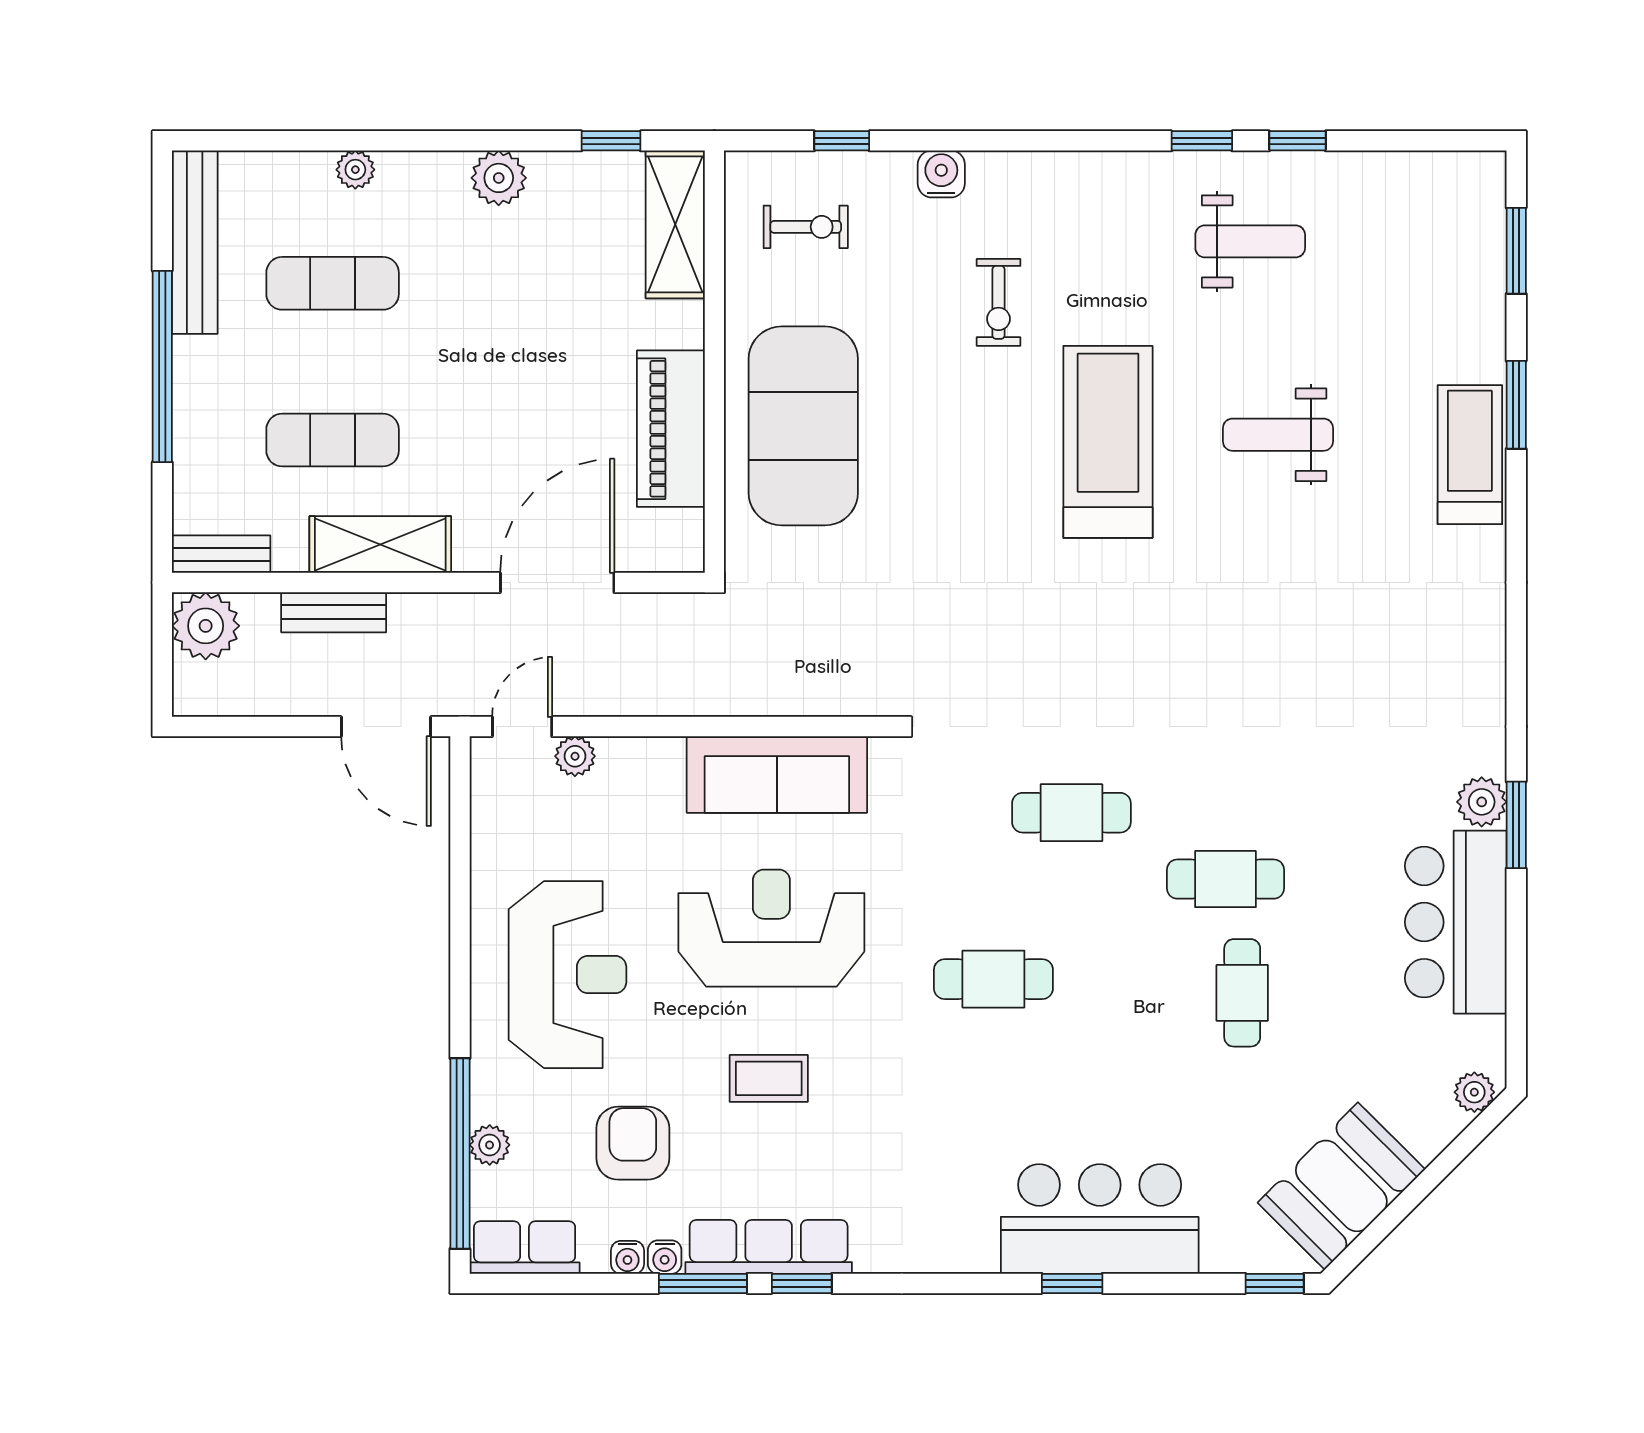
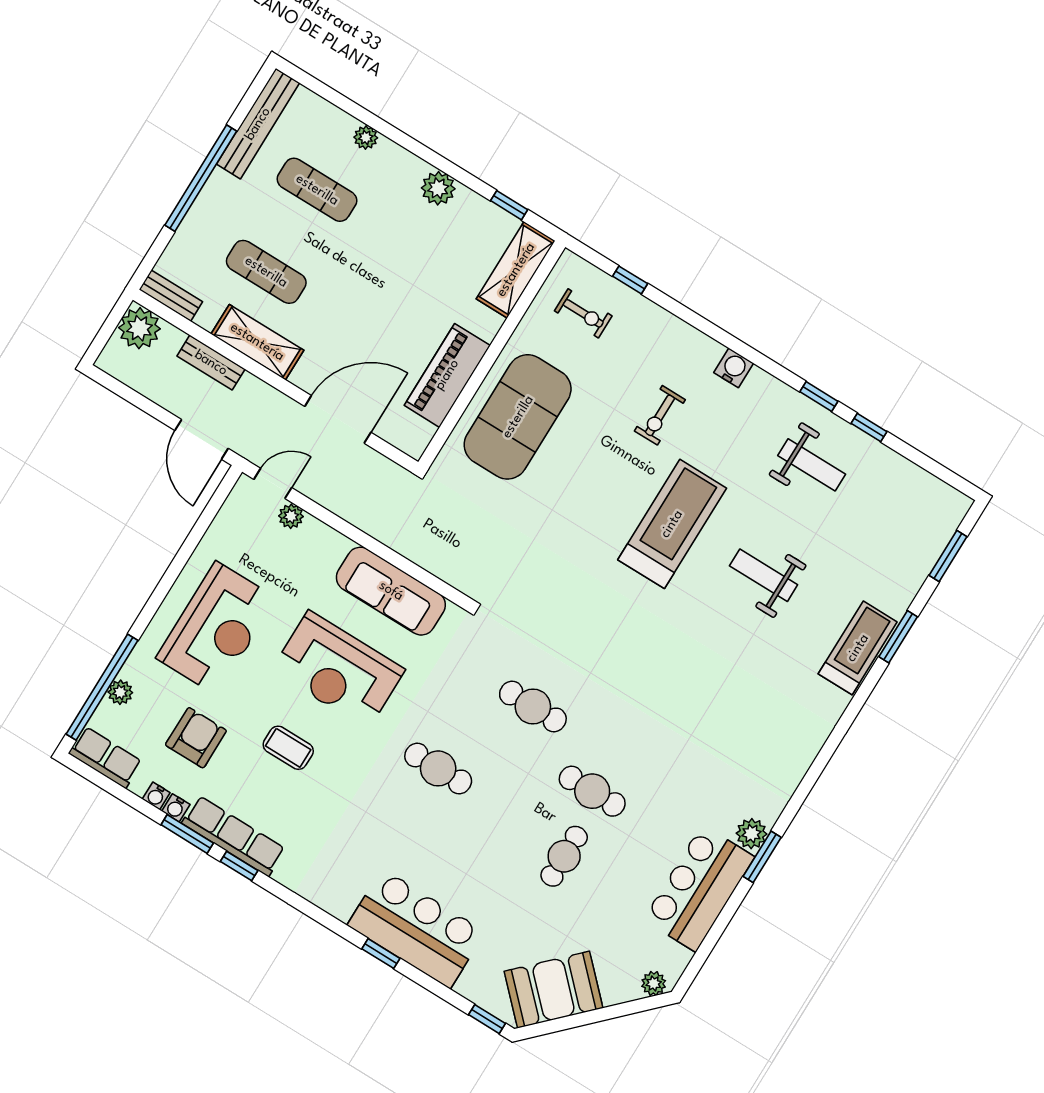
water cooler: (941, 174) -> (734, 368), moved
reception desk: (771, 928) -> (338, 670), turned 180

